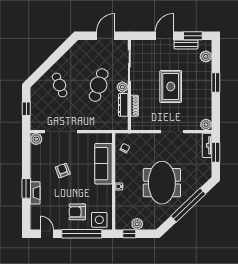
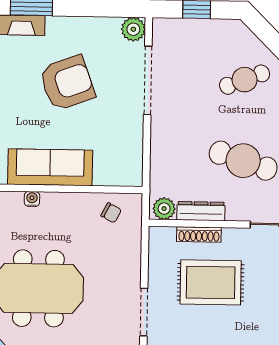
rug: (171, 86) -> (211, 282), moved
plant: (122, 87) -> (164, 209), moved
sofa: (103, 164) -> (50, 167), moved
armchair: (63, 171) -> (67, 83), width x1.88, depth x1.88

